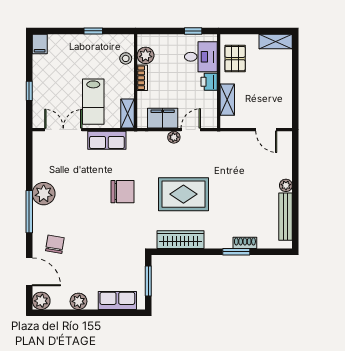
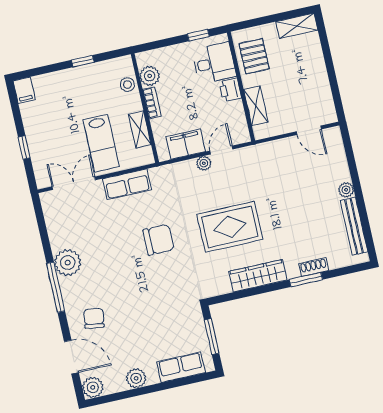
shelving: (128, 113) -> (140, 129), moved
wardrobe: (181, 240) -> (258, 276), moved

